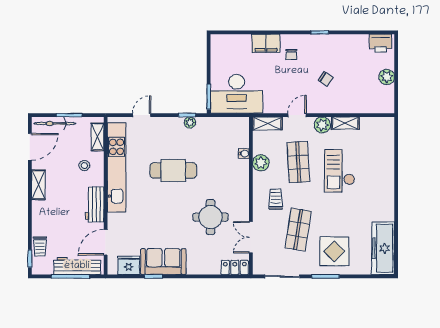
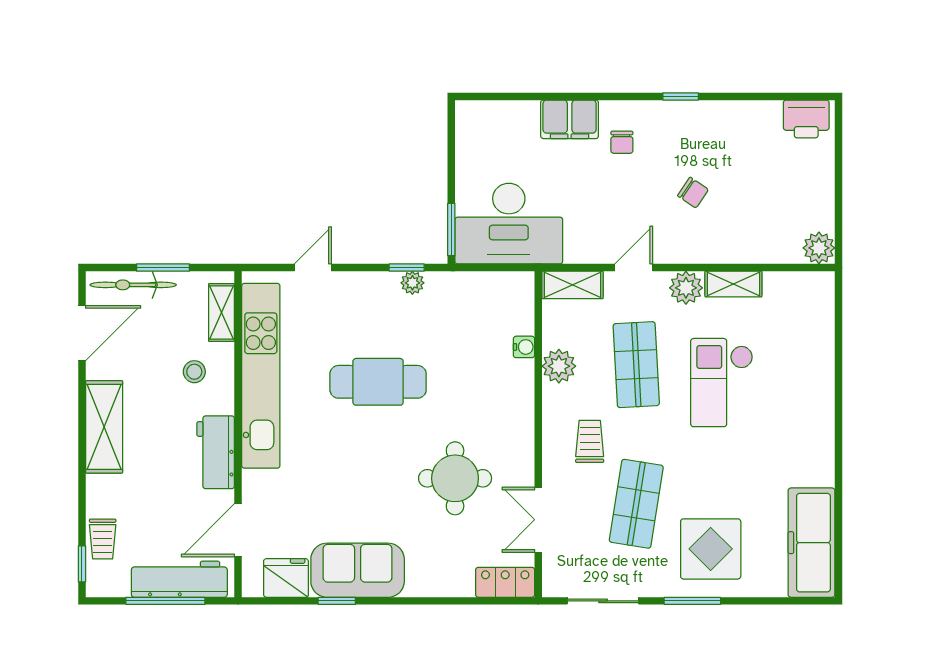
plant: (387, 77) -> (819, 248), moved
shelving: (38, 185) -> (104, 427), width x1.50, depth x1.33

